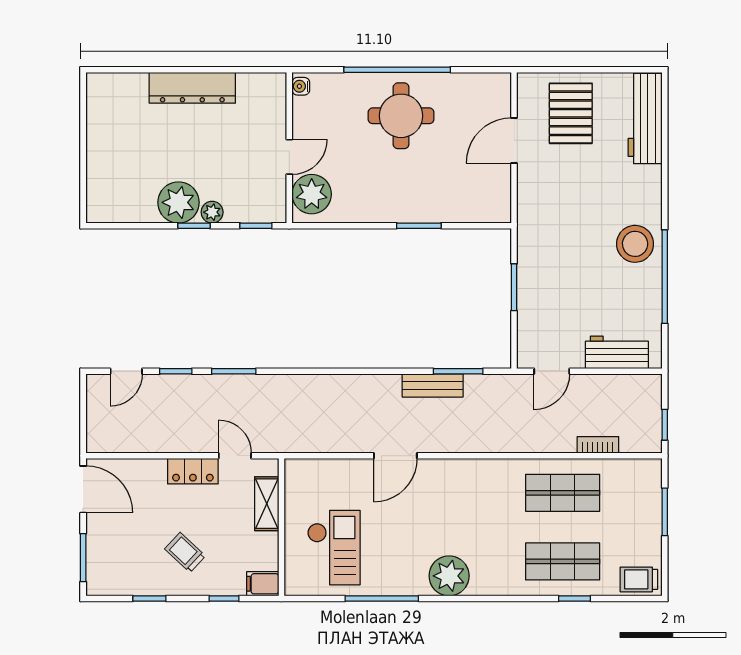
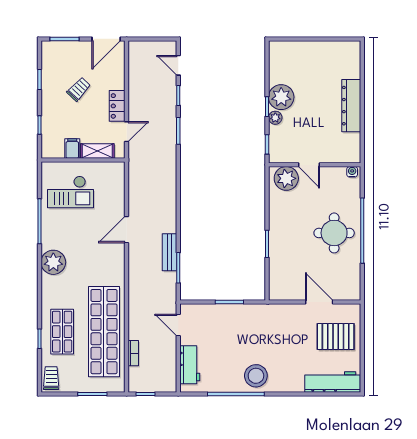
door: (395, 456) -> (127, 230), hinge flipped
shop shelf: (563, 493) -> (104, 332), width x2.00, depth x1.36
trolley: (185, 552) -> (79, 89), moved
filing cabinet: (263, 584) -> (72, 149), moved

